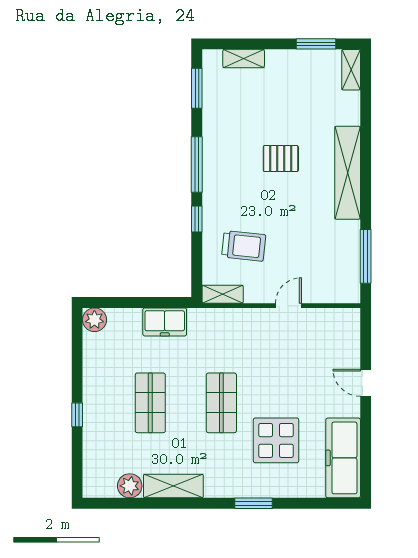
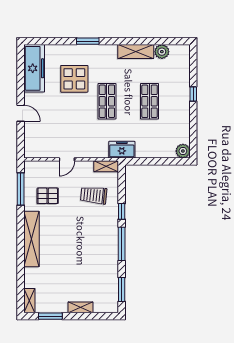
shelving: (244, 59) -> (80, 307), moved
pallet: (281, 159) -> (48, 196), moved
freezer: (165, 322) -> (122, 150), moved

